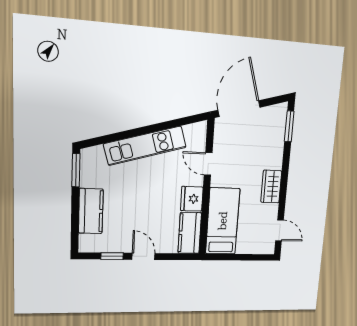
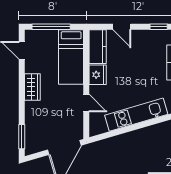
door: (144, 256) -> (122, 27), moved
window: (243, 257) -> (51, 27), added

